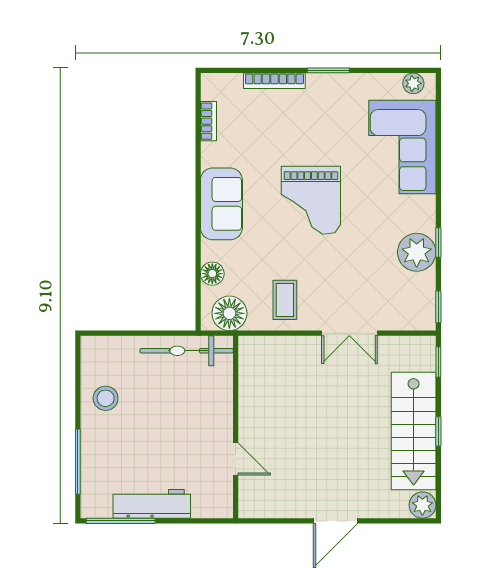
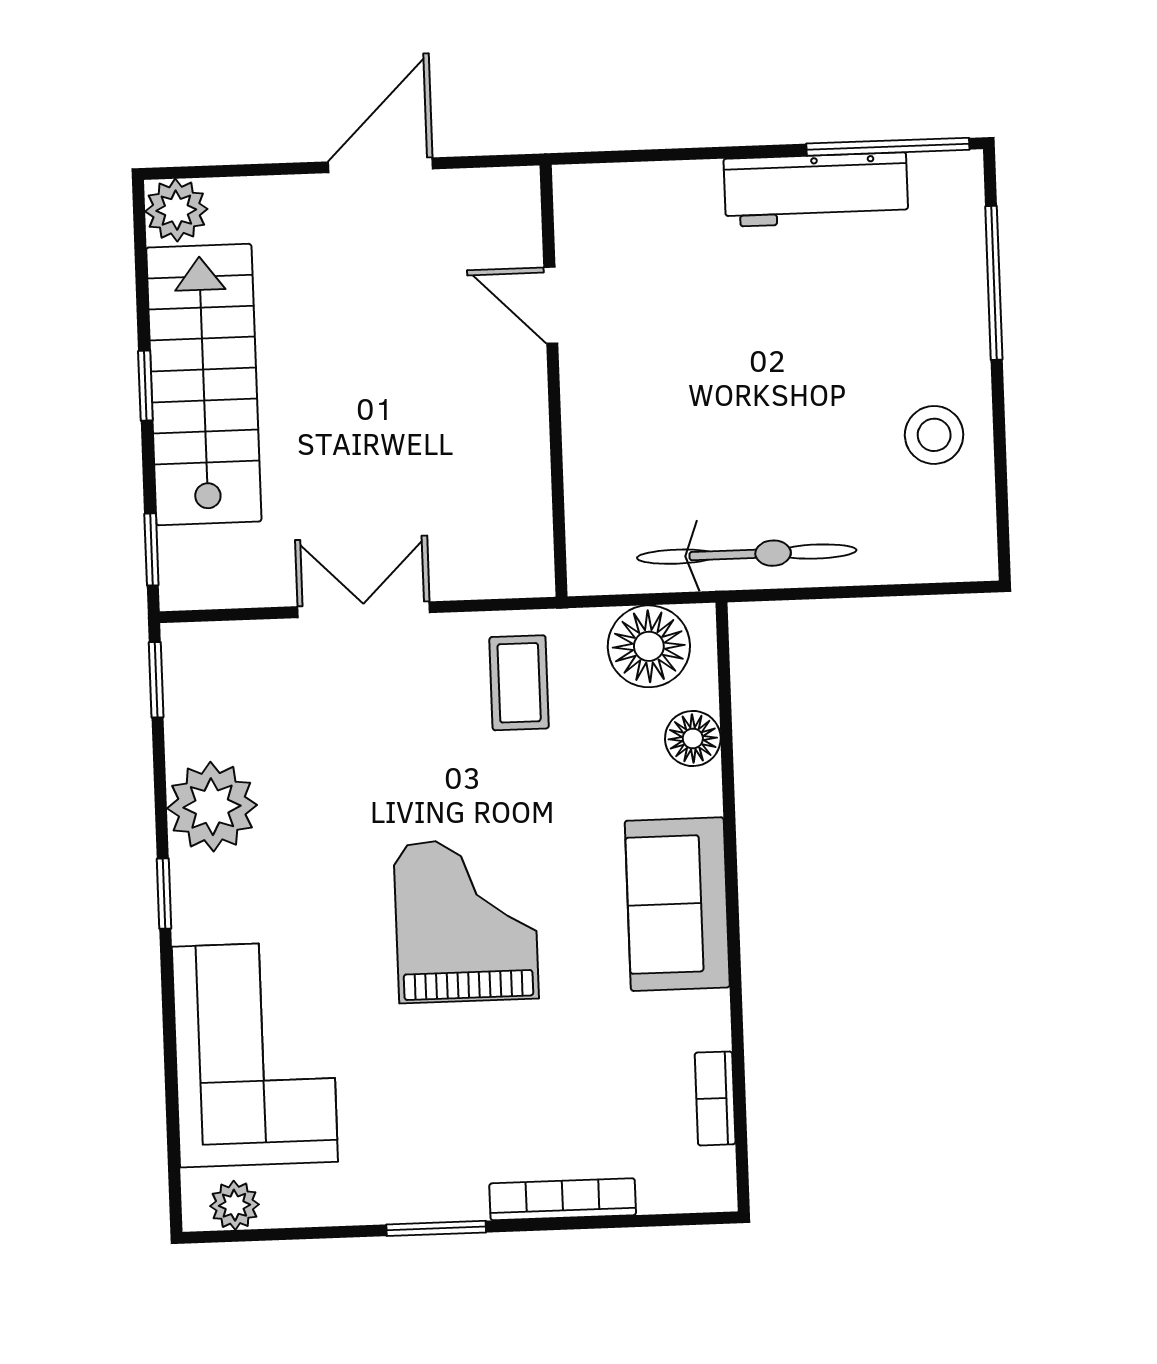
window: (438, 242) -> (164, 894), moved
wall: (236, 427) -> (554, 381), moved
door: (236, 459) -> (551, 305), moved

